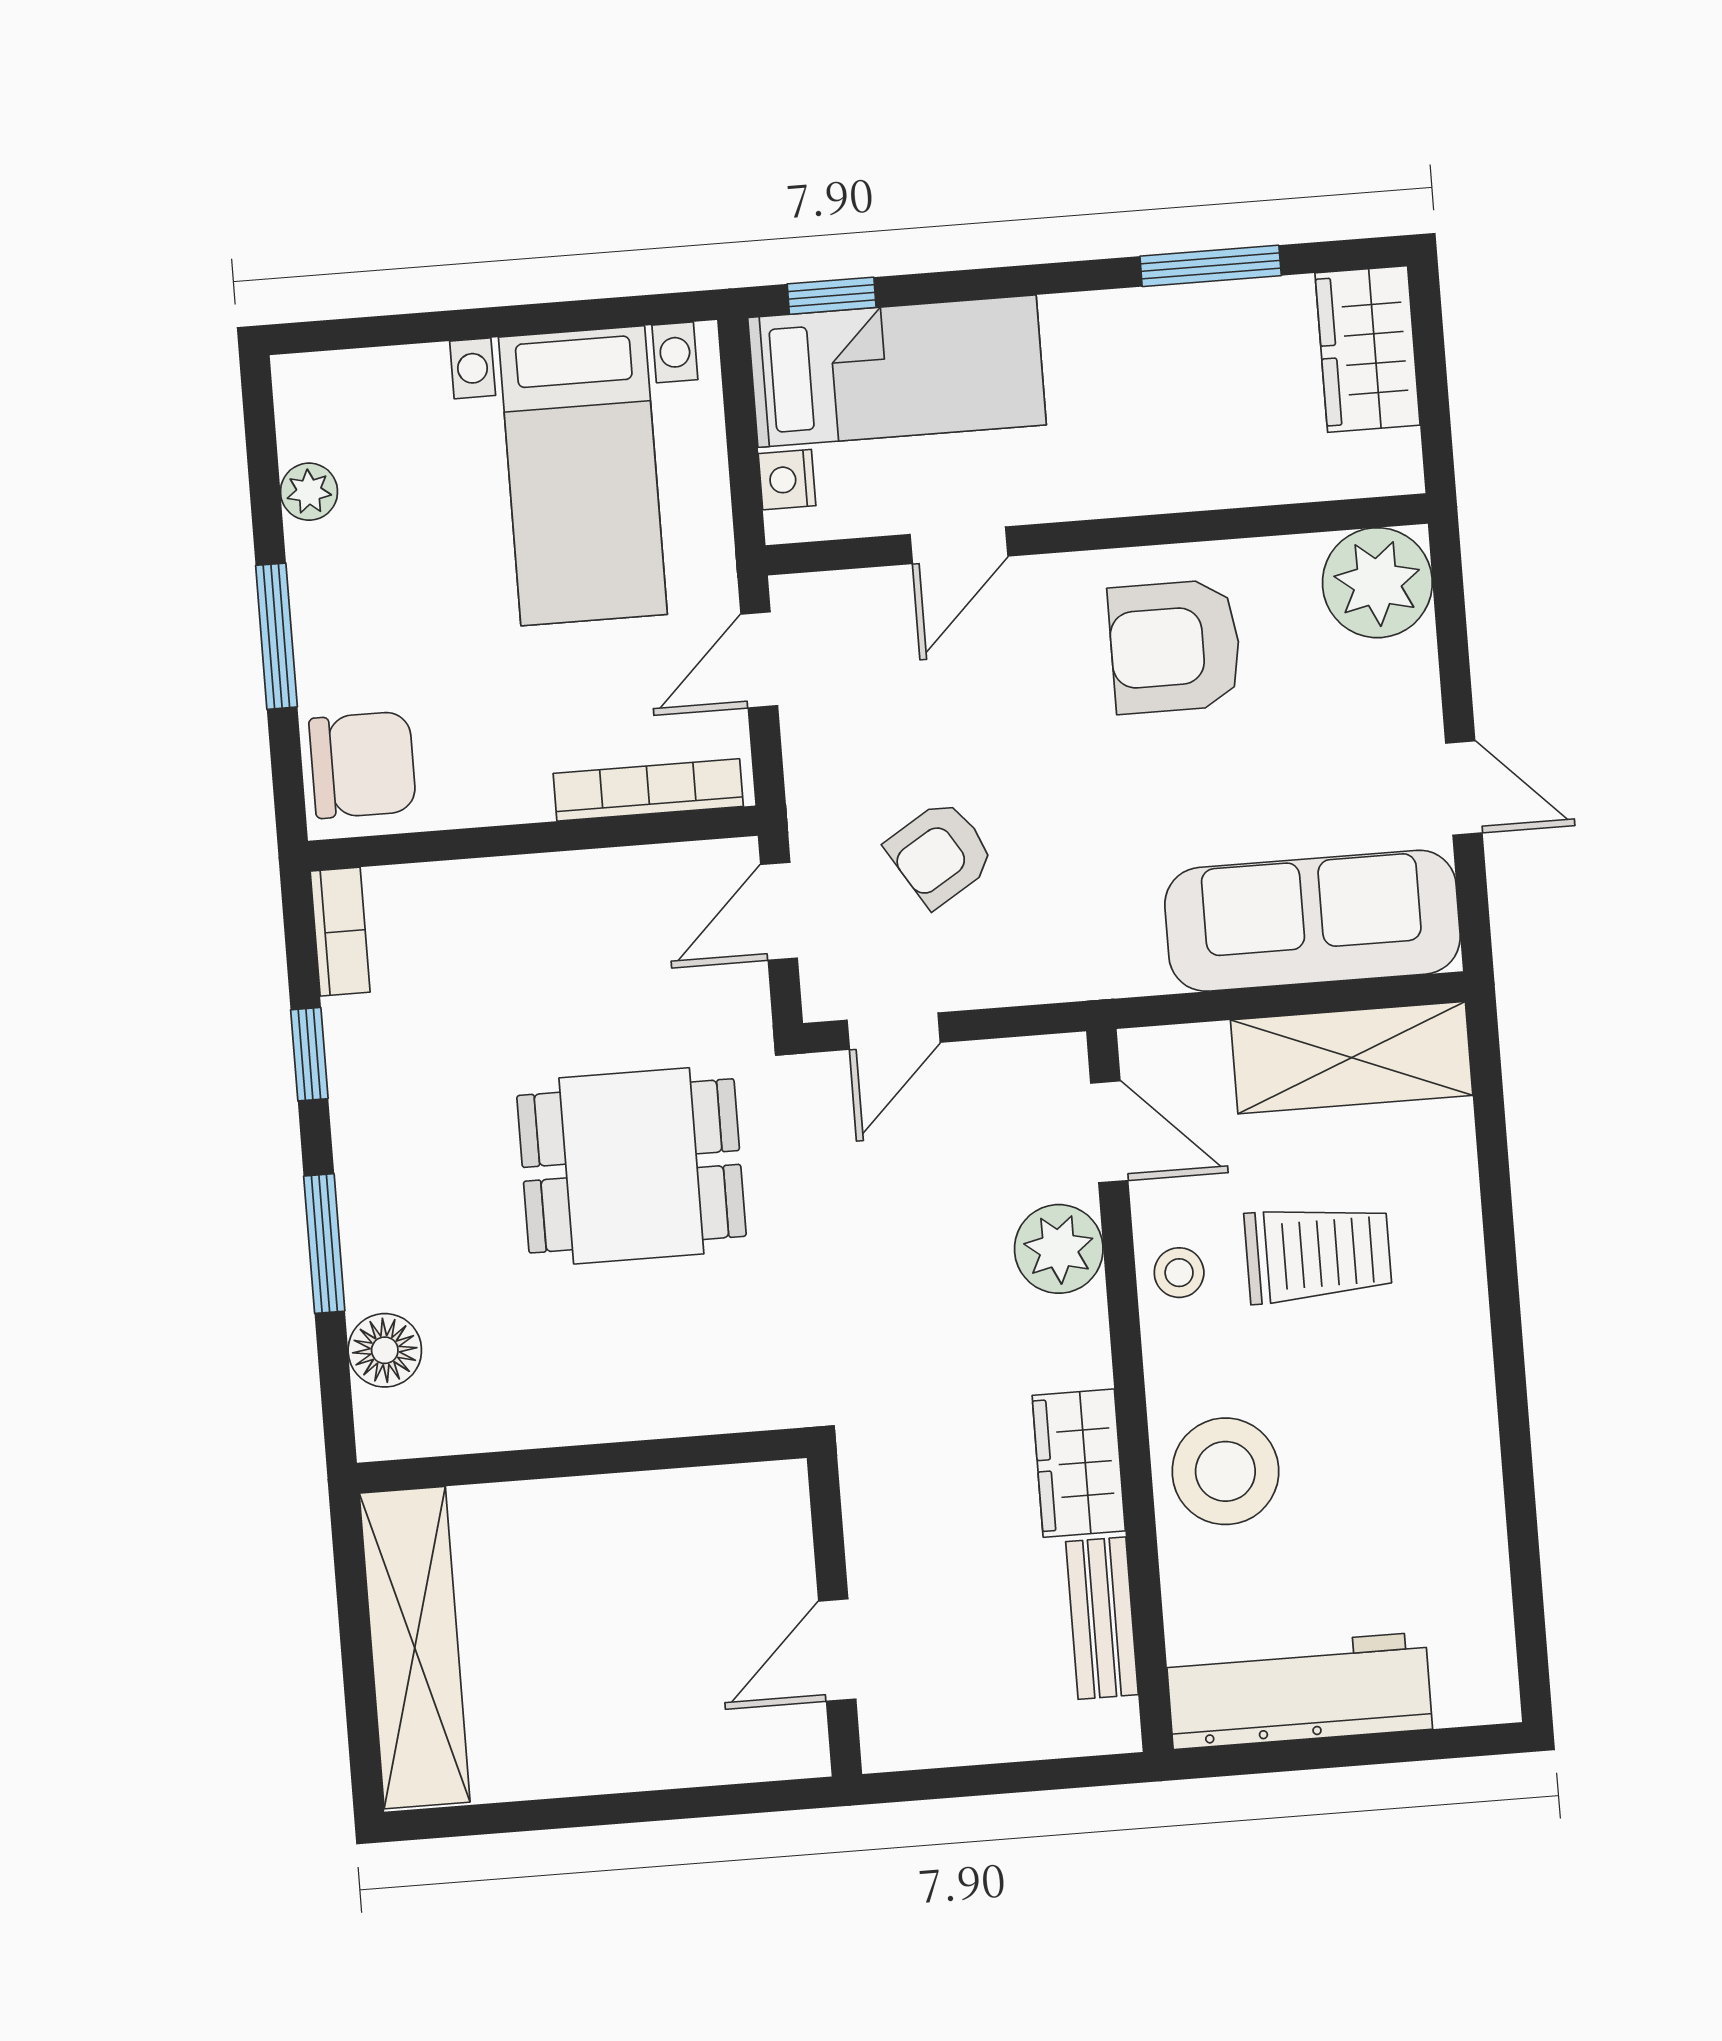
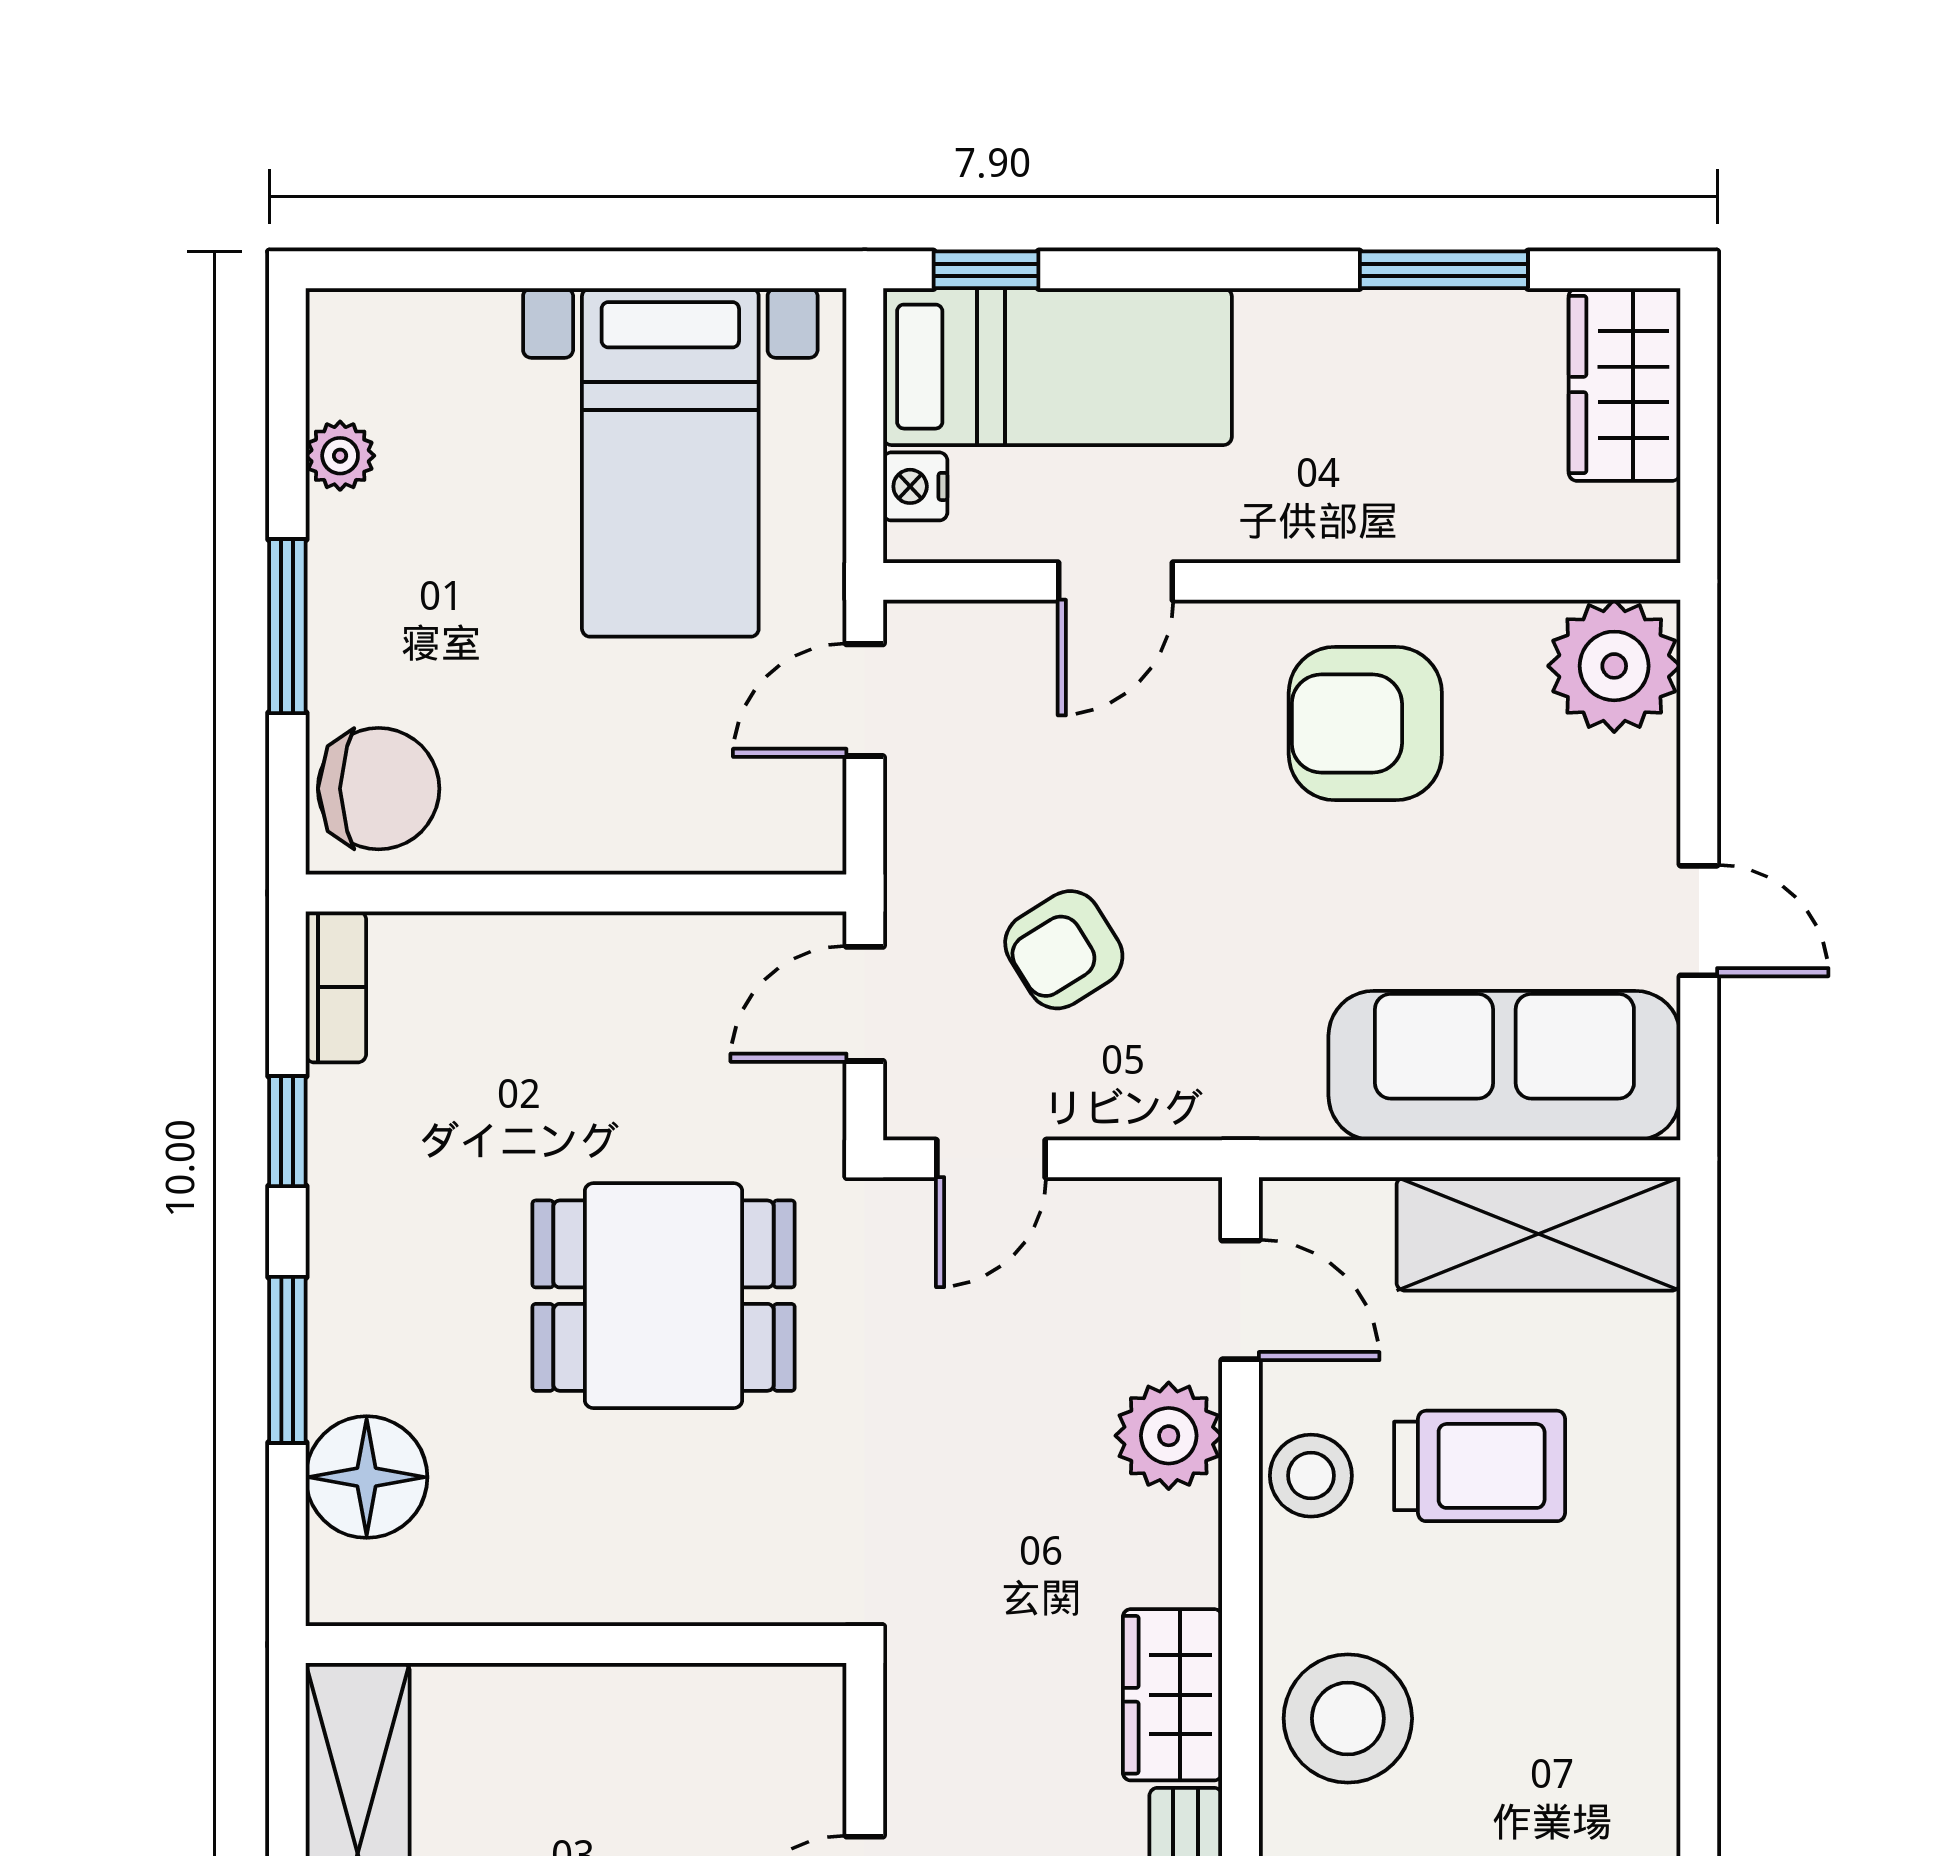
bookcase: (648, 790) -> (719, 846), removed
stool: (1179, 1273) -> (1311, 1476), width x1.37, depth x1.37
floor lamp: (385, 1350) -> (367, 1477), width x1.38, depth x1.38

